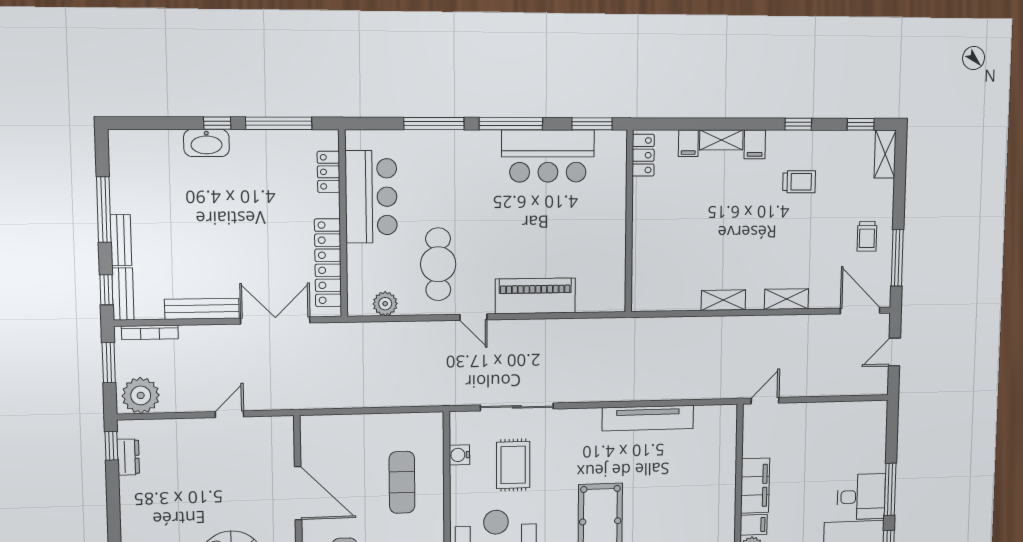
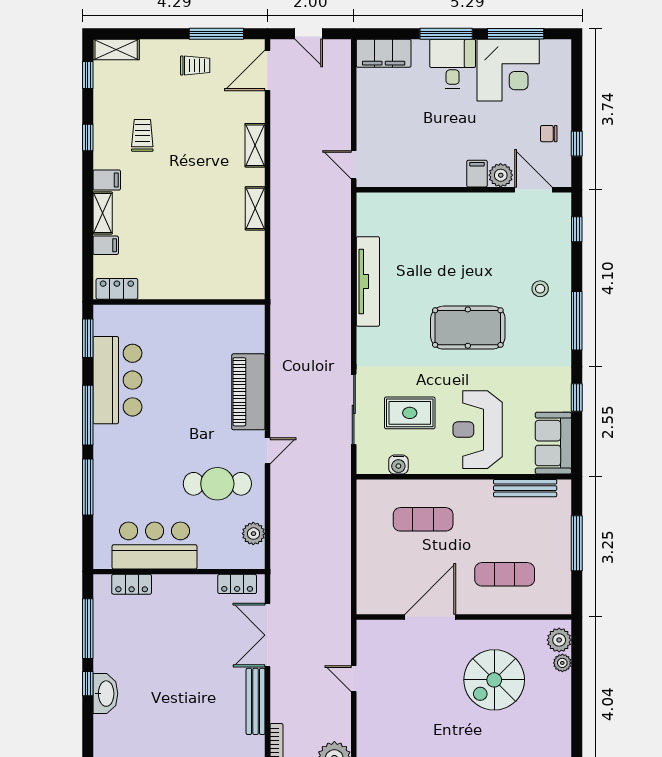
locker: (328, 263) -> (237, 584), width x0.46, depth x0.83
filing cabinet: (755, 486) -> (384, 53), moved, turned 180

